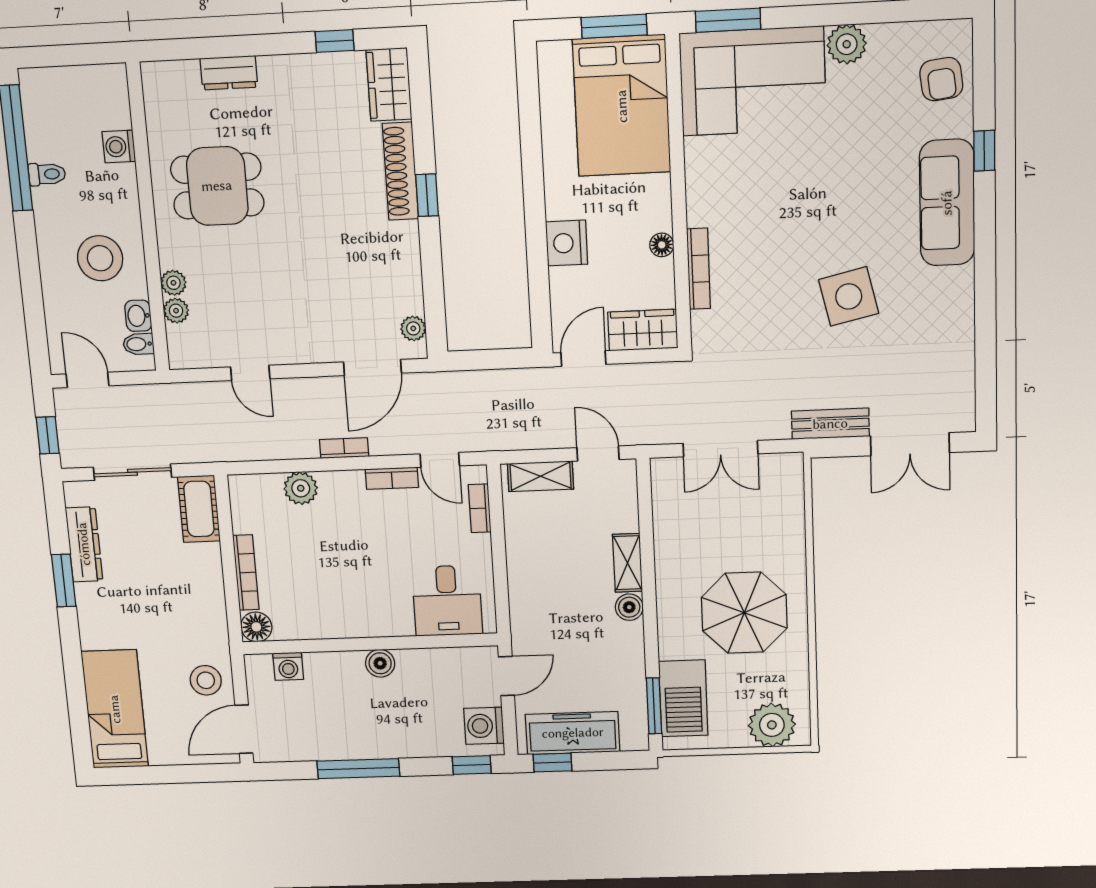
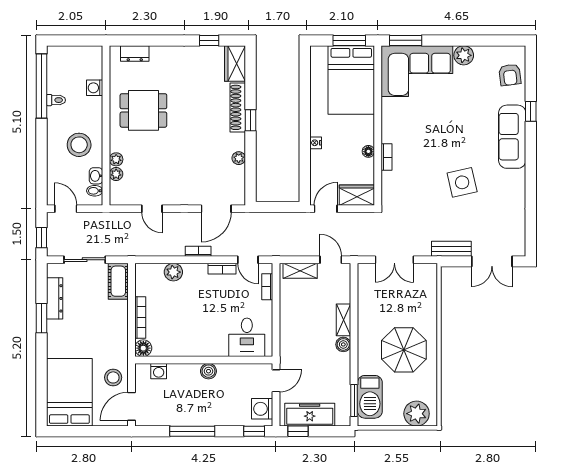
dresser: (229, 73) -> (135, 54), moved
nightstand: (567, 243) -> (316, 143), width x0.53, depth x0.56
bookcase: (699, 269) -> (387, 157), width x0.64
plant: (413, 328) -> (239, 158), moved
bed: (115, 709) -> (69, 392), width x1.50

